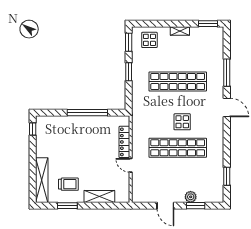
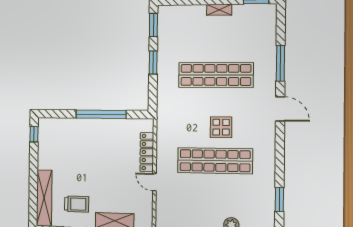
display table: (149, 40) -> (180, 22), removed

